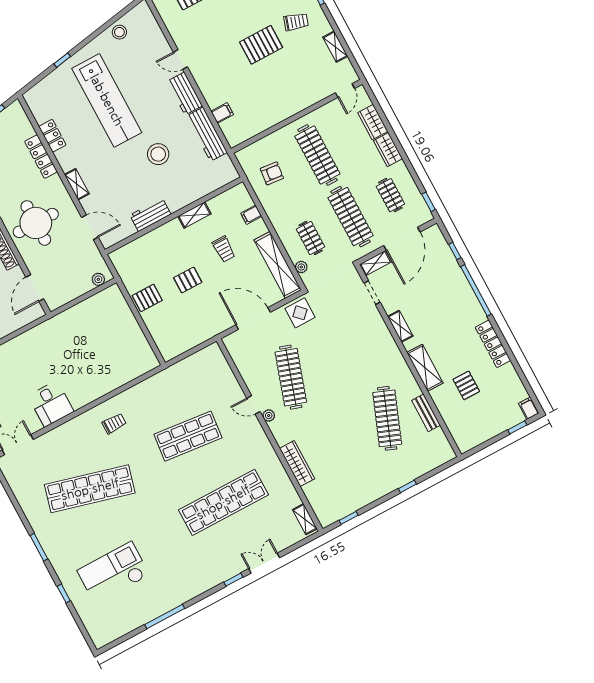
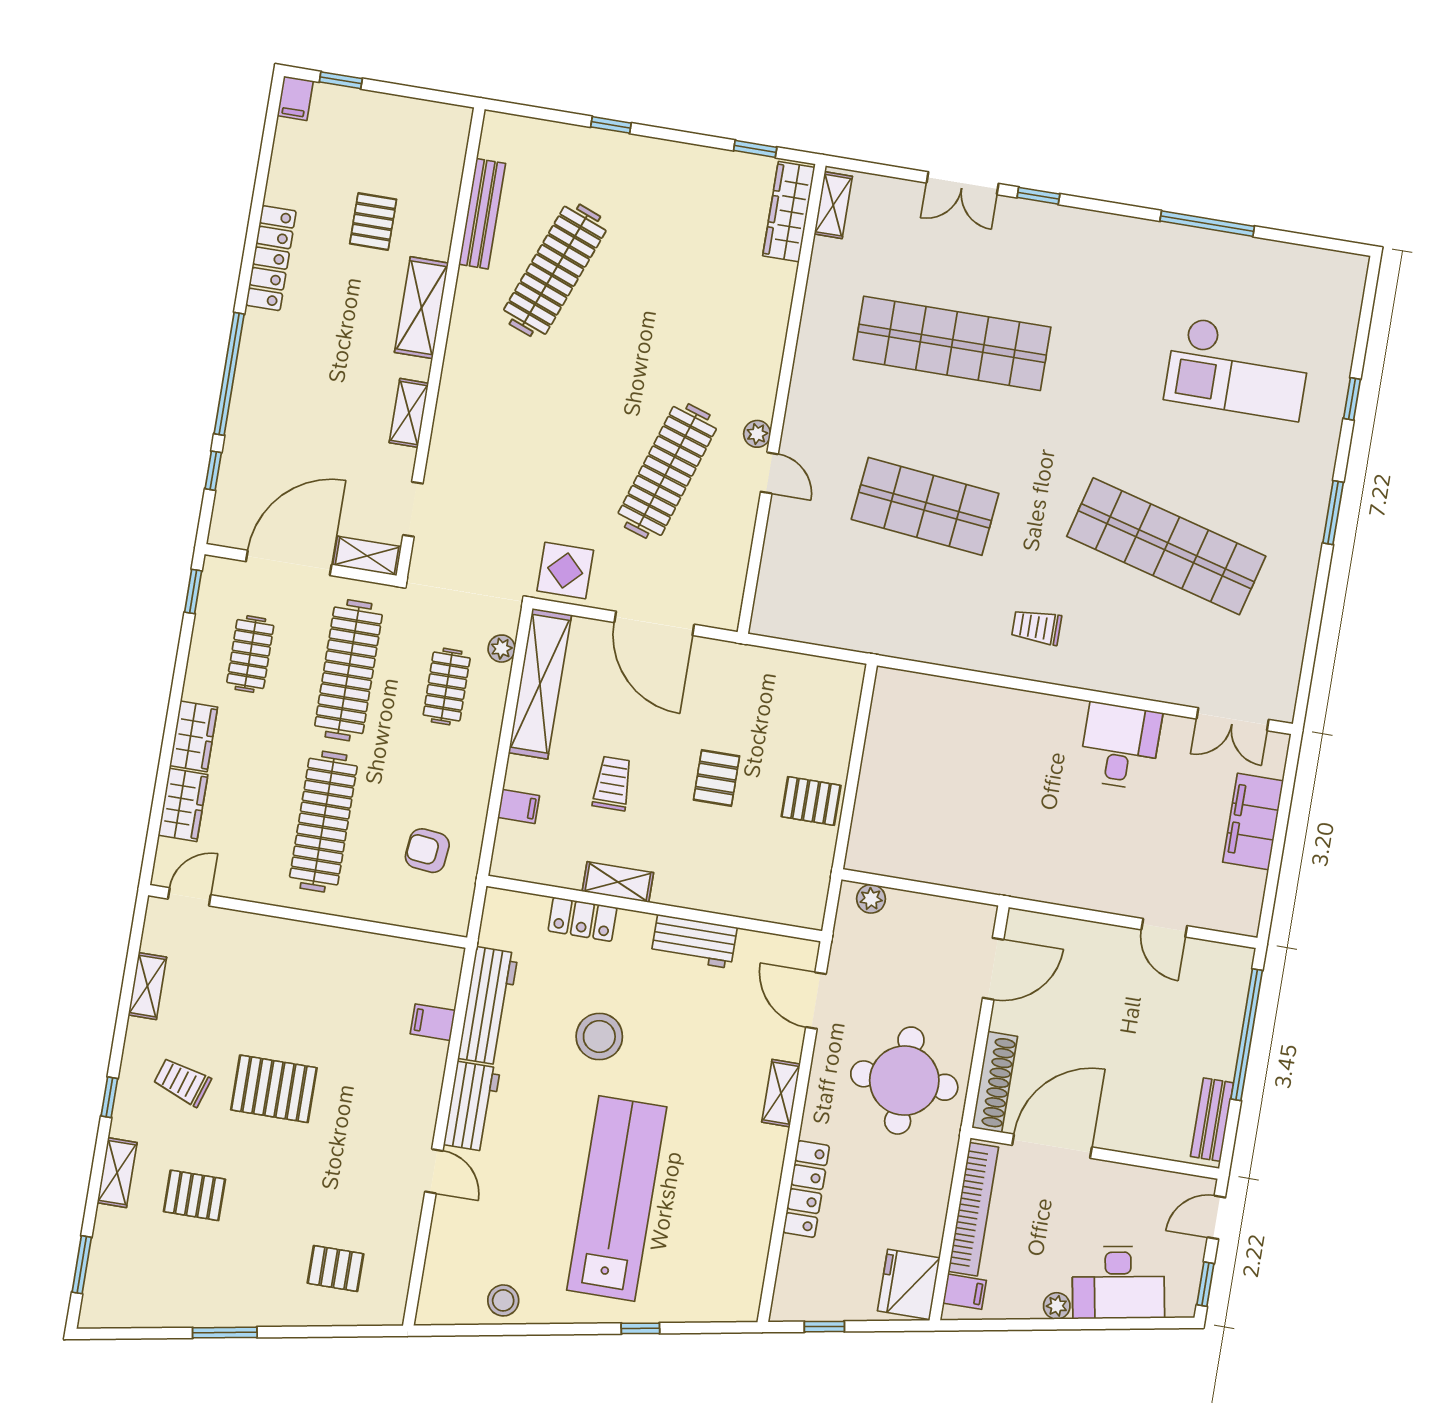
locker: (52, 136) -> (582, 919), moved, turned -90
pallet: (188, 280) -> (717, 778), turned 90
bench: (426, 413) -> (482, 214), width x1.36
wardrobe: (297, 464) -> (789, 212), moved

